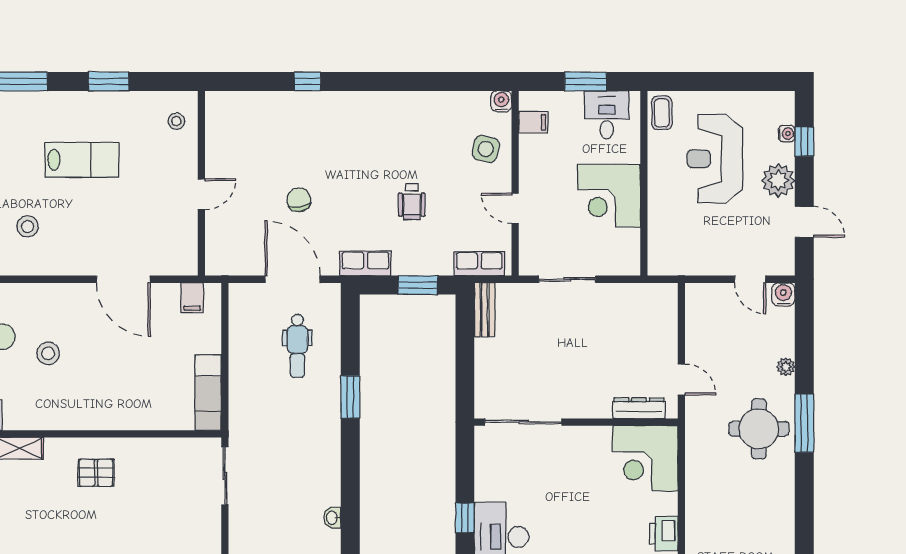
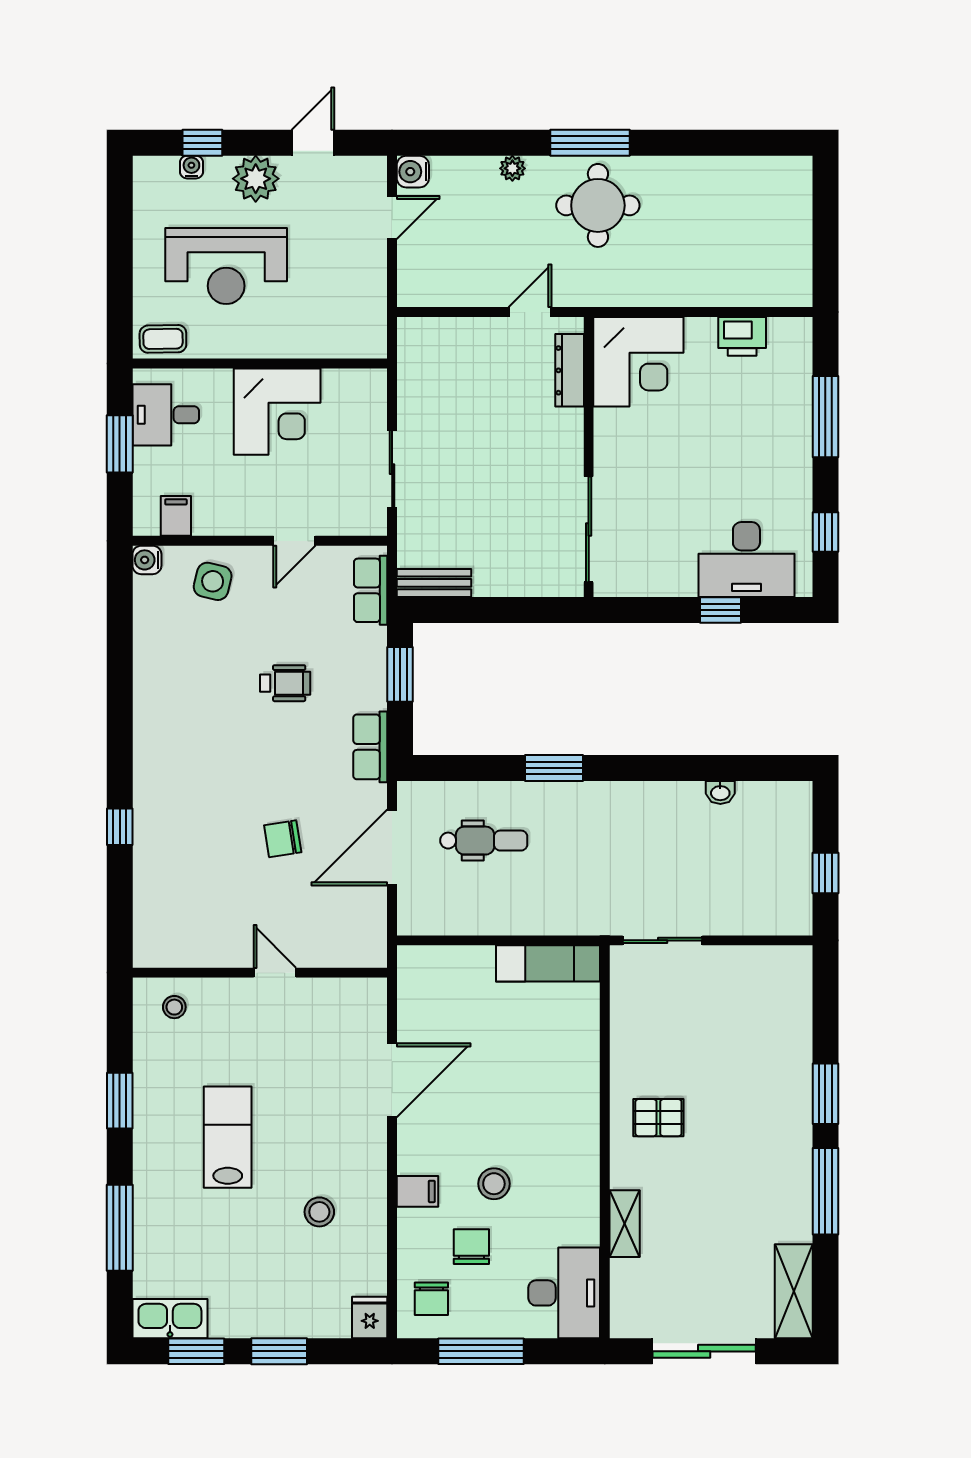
filing cabinet: (192, 298) -> (417, 1191), moved
pallet: (96, 473) -> (658, 1118), turned 90

